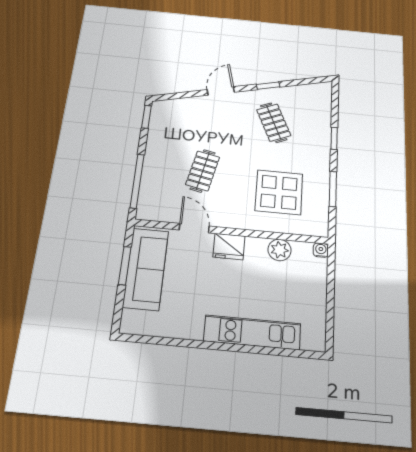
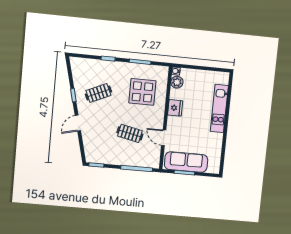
door: (221, 91) -> (78, 123), hinge flipped
door: (194, 228) -> (164, 138), hinge flipped
fridge: (229, 247) -> (175, 108), moved
plant: (280, 250) -> (177, 82), moved

